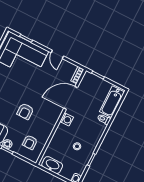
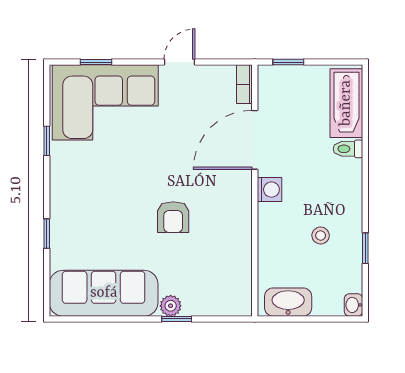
door: (57, 54) -> (179, 62), swing flipped
armchair: (30, 142) -> (216, 278), removed

